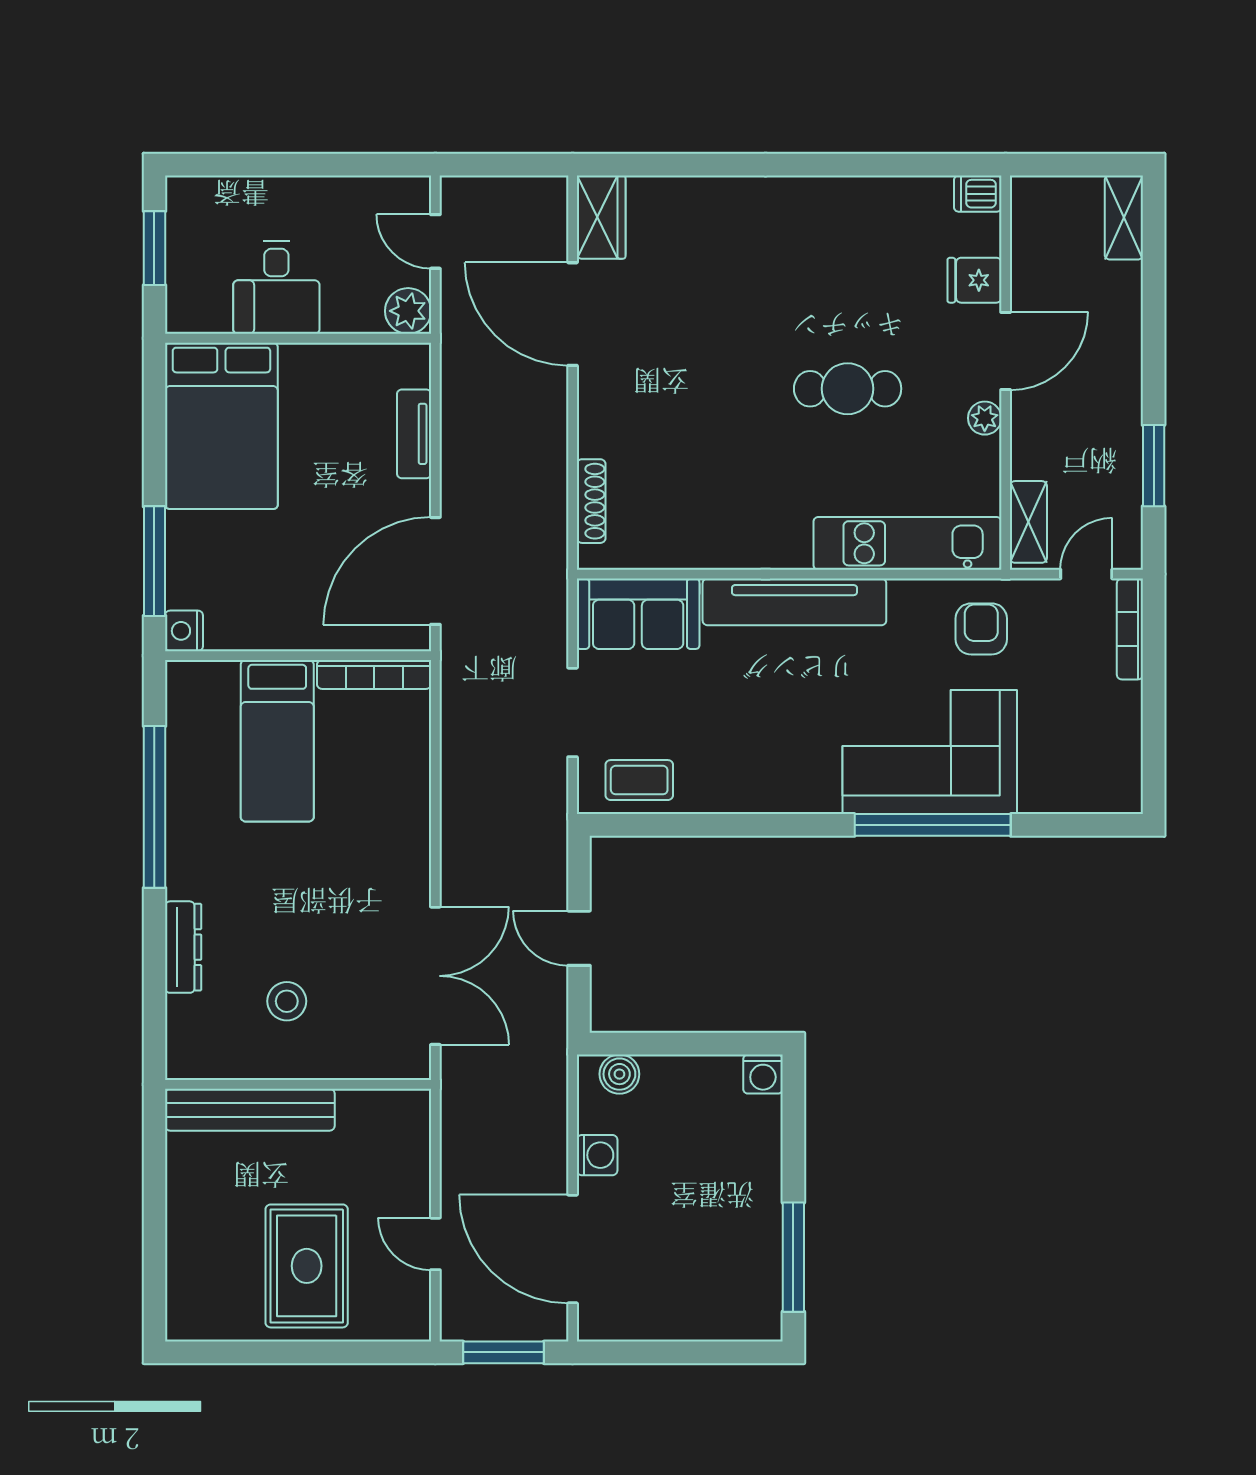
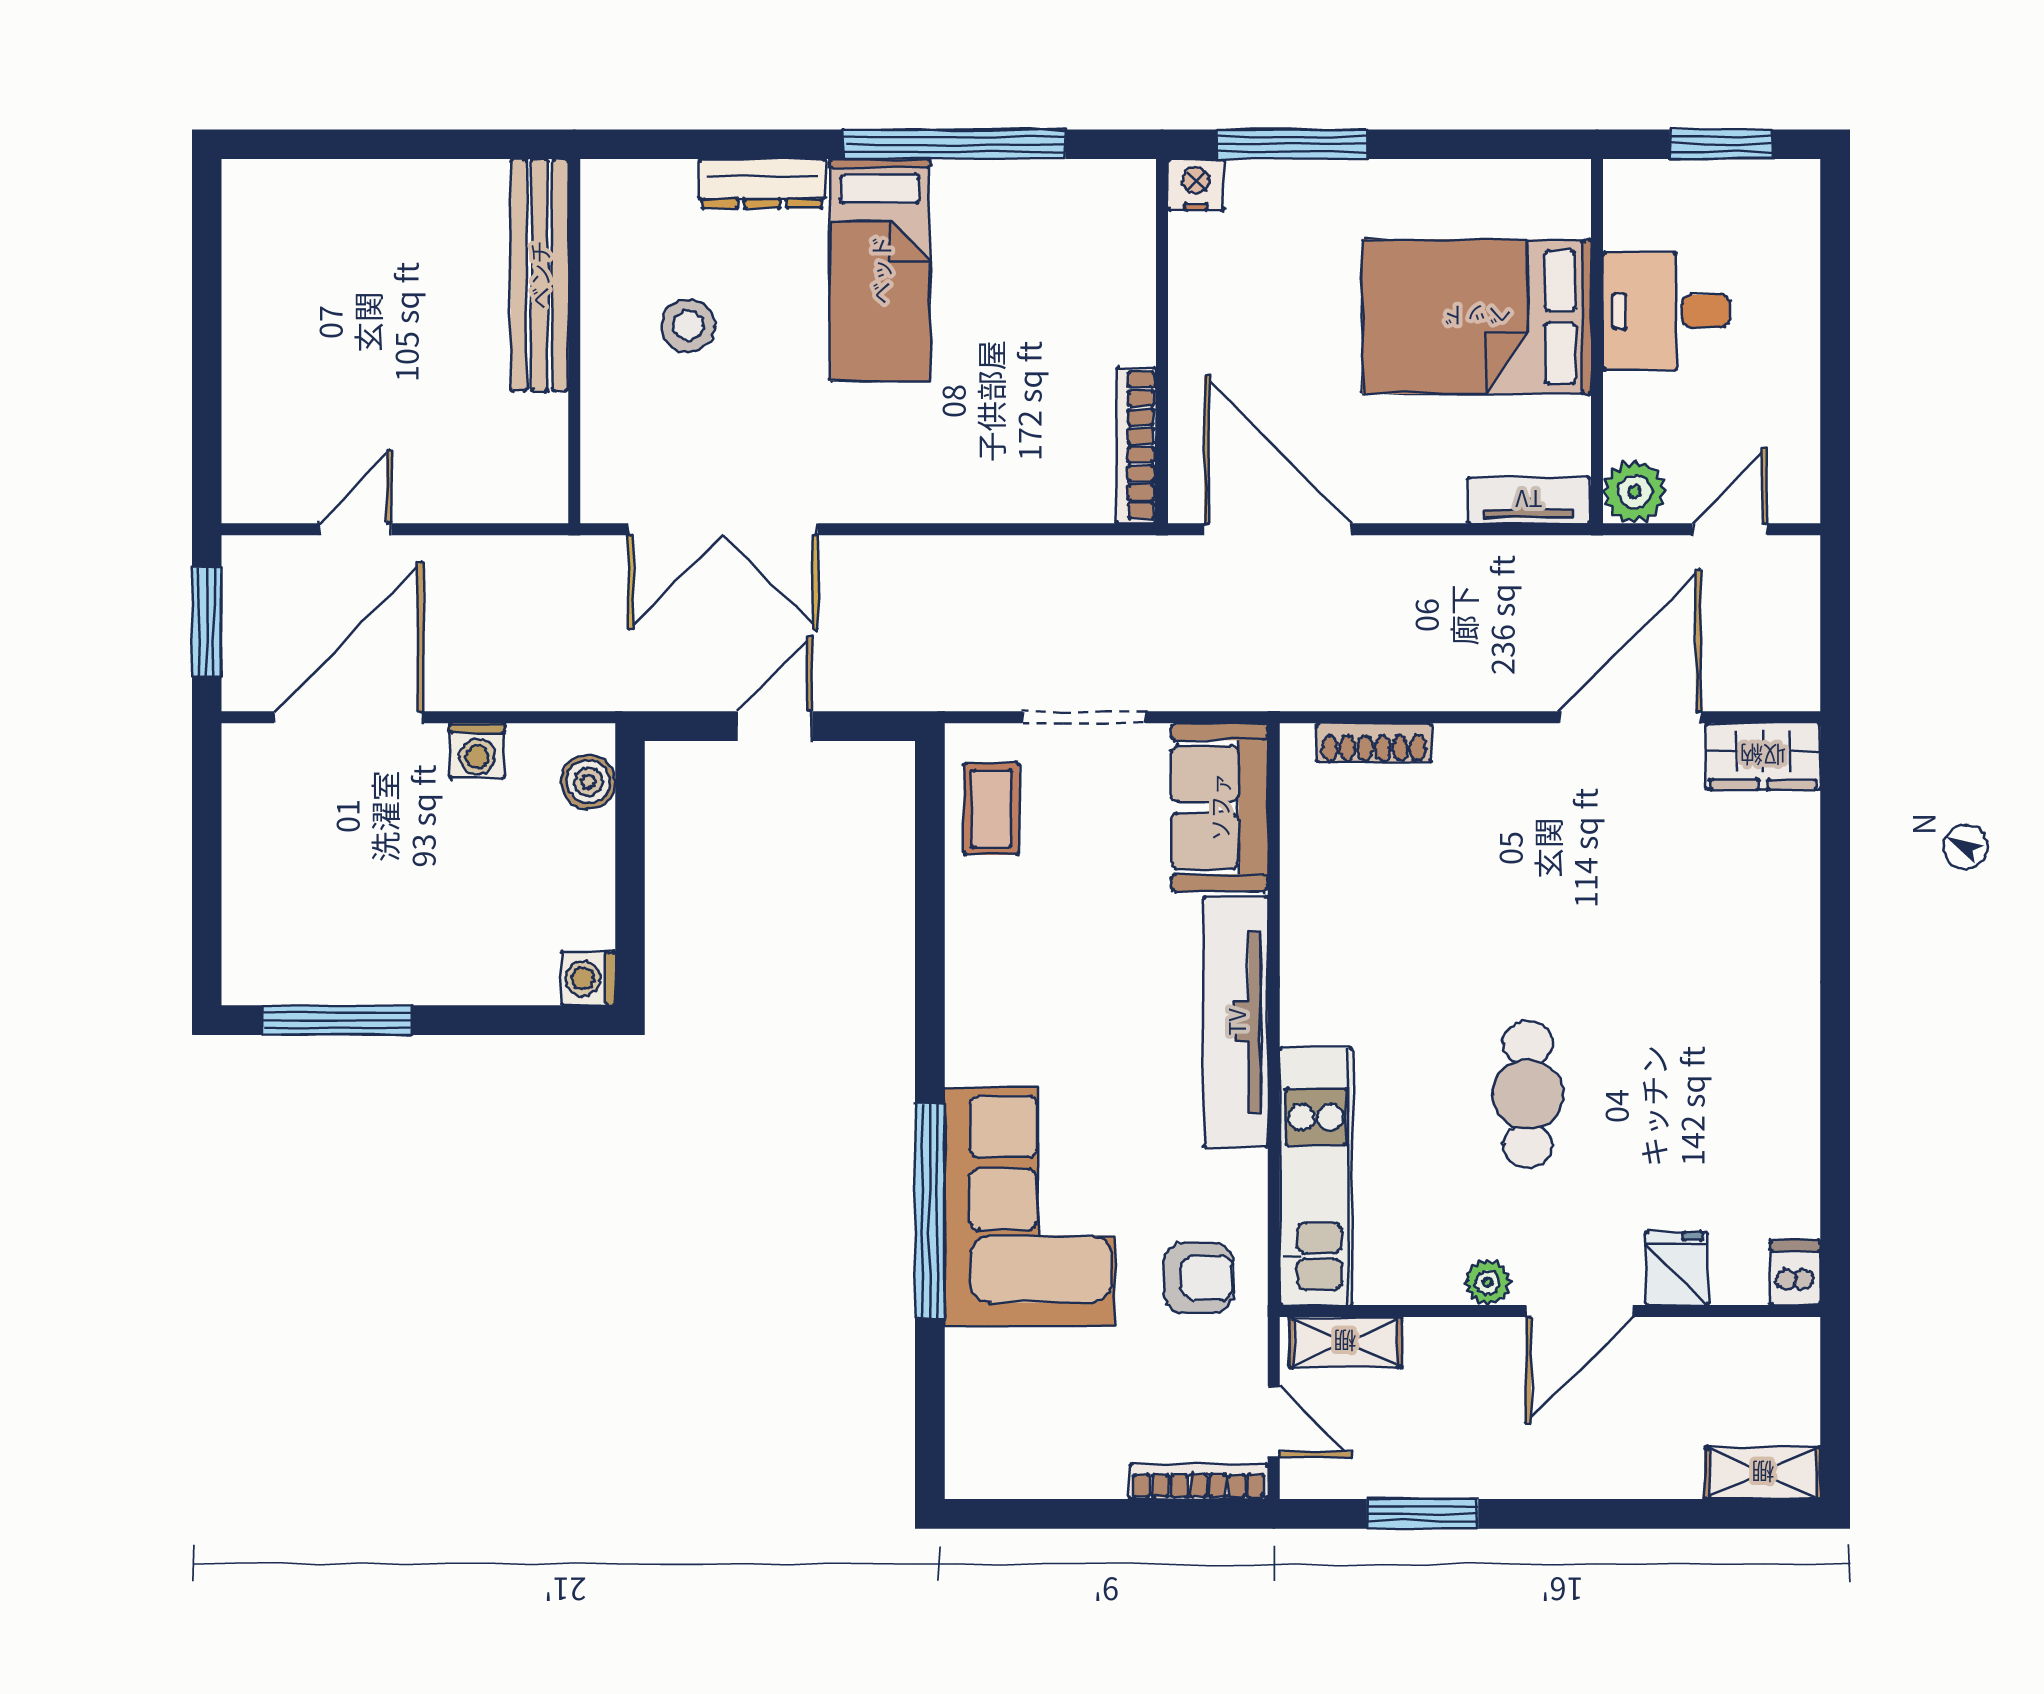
door: (1006, 351) -> (1580, 1311), hinge flipped
bed: (221, 426) -> (1477, 317), moved
tv unit: (414, 434) -> (1529, 500), moved
bed: (277, 741) -> (880, 270), moved, turned -90
rug: (307, 1266) -> (325, 353), removed

